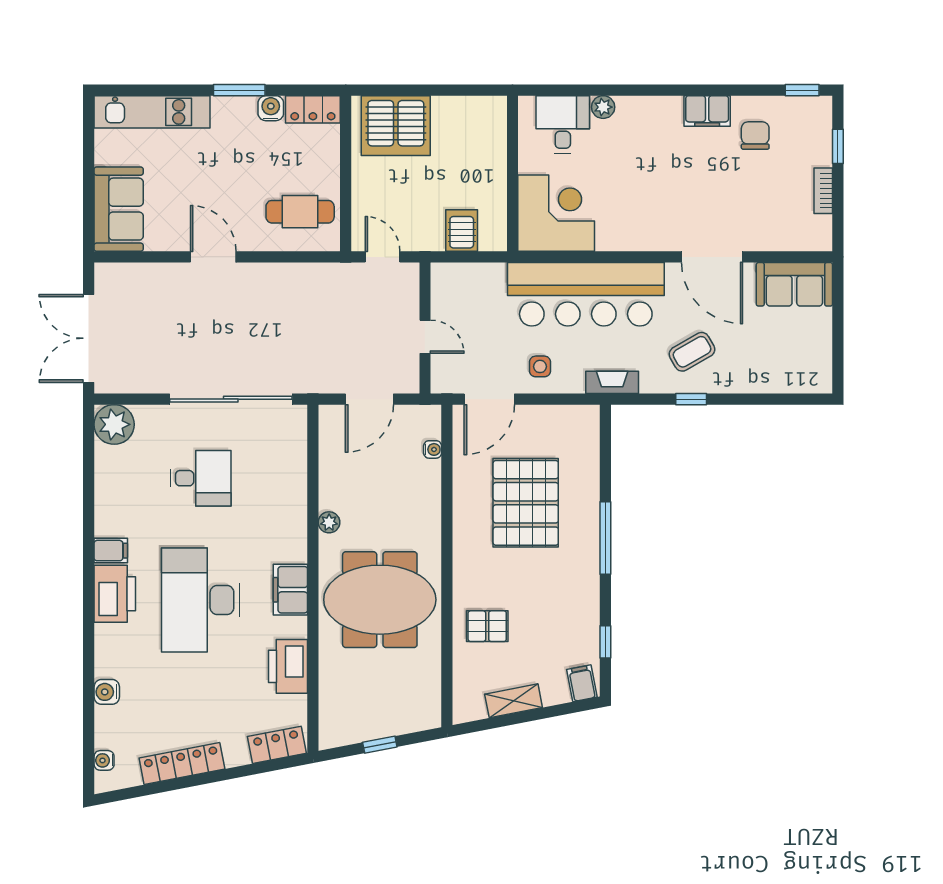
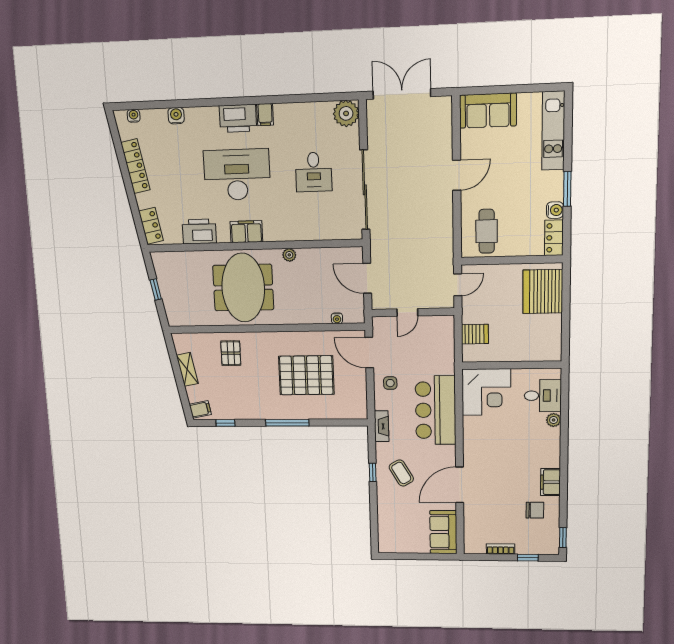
bar counter: (586, 294) -> (436, 410), width x0.73

